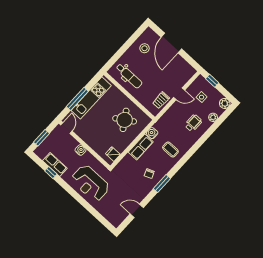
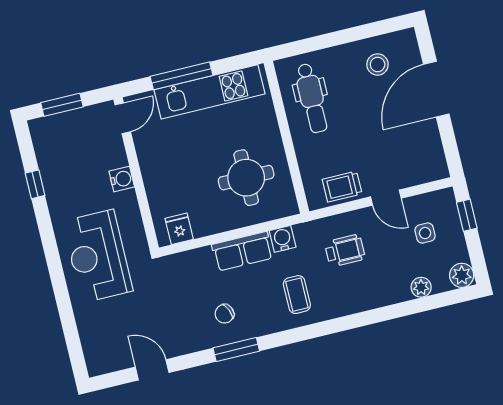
round table: (125, 120) -> (246, 178), turned 33
wheelchair: (193, 123) -> (345, 251), moved
row of seats: (55, 164) -> (53, 174), removed

